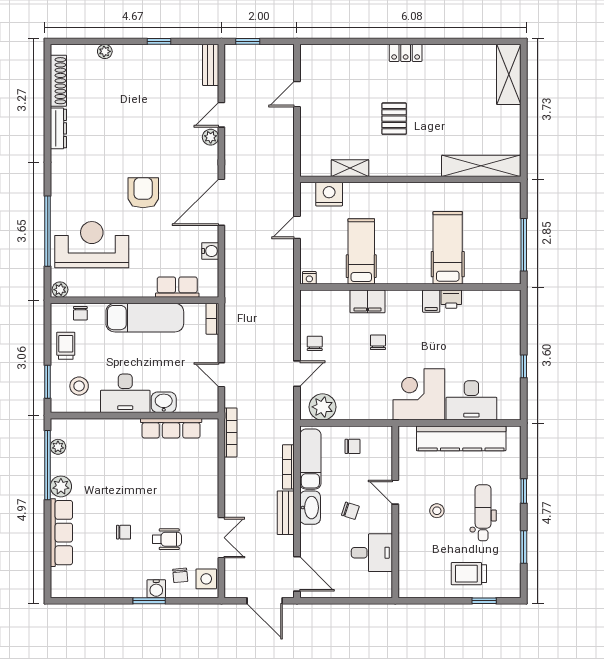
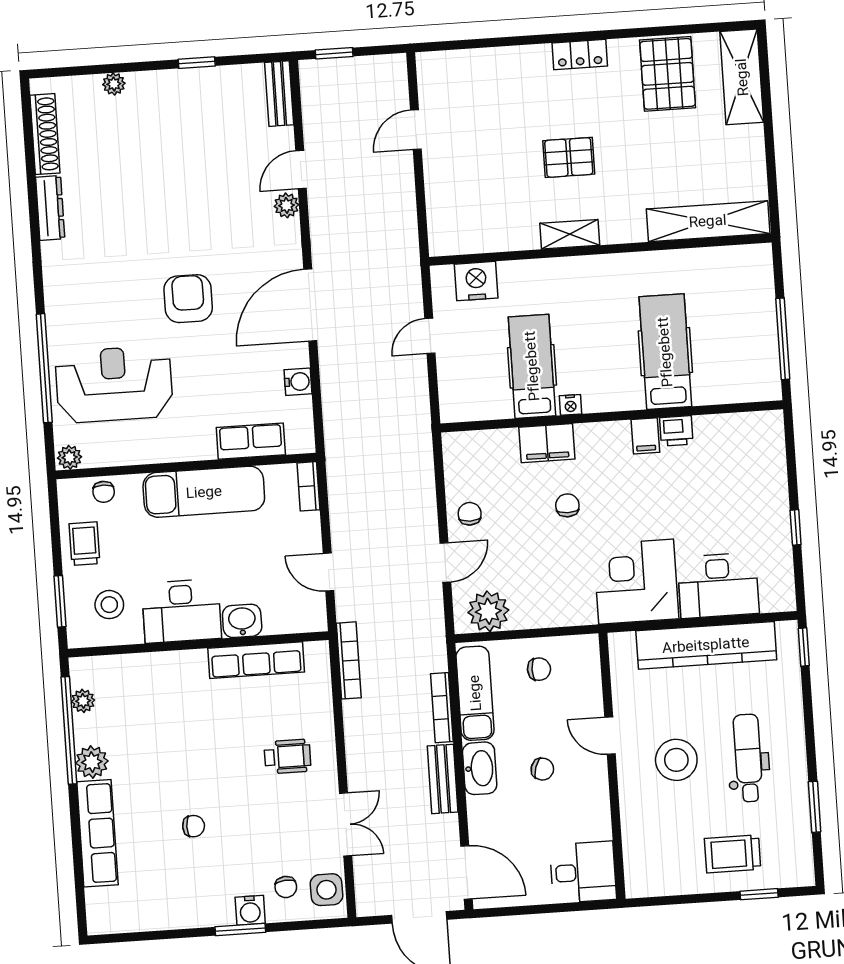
pallet: (461, 69) -> (668, 74), added
pallet: (394, 119) -> (569, 157), turned 90
shelving: (350, 168) -> (570, 234), moved
nightstand: (309, 278) -> (571, 405), moved
window: (524, 491) -> (804, 647), moved
stool: (437, 511) -> (676, 760), width x1.89, depth x1.89
wheelchair: (167, 539) -> (288, 756), moved
desk: (372, 553) -> (583, 872), moved

